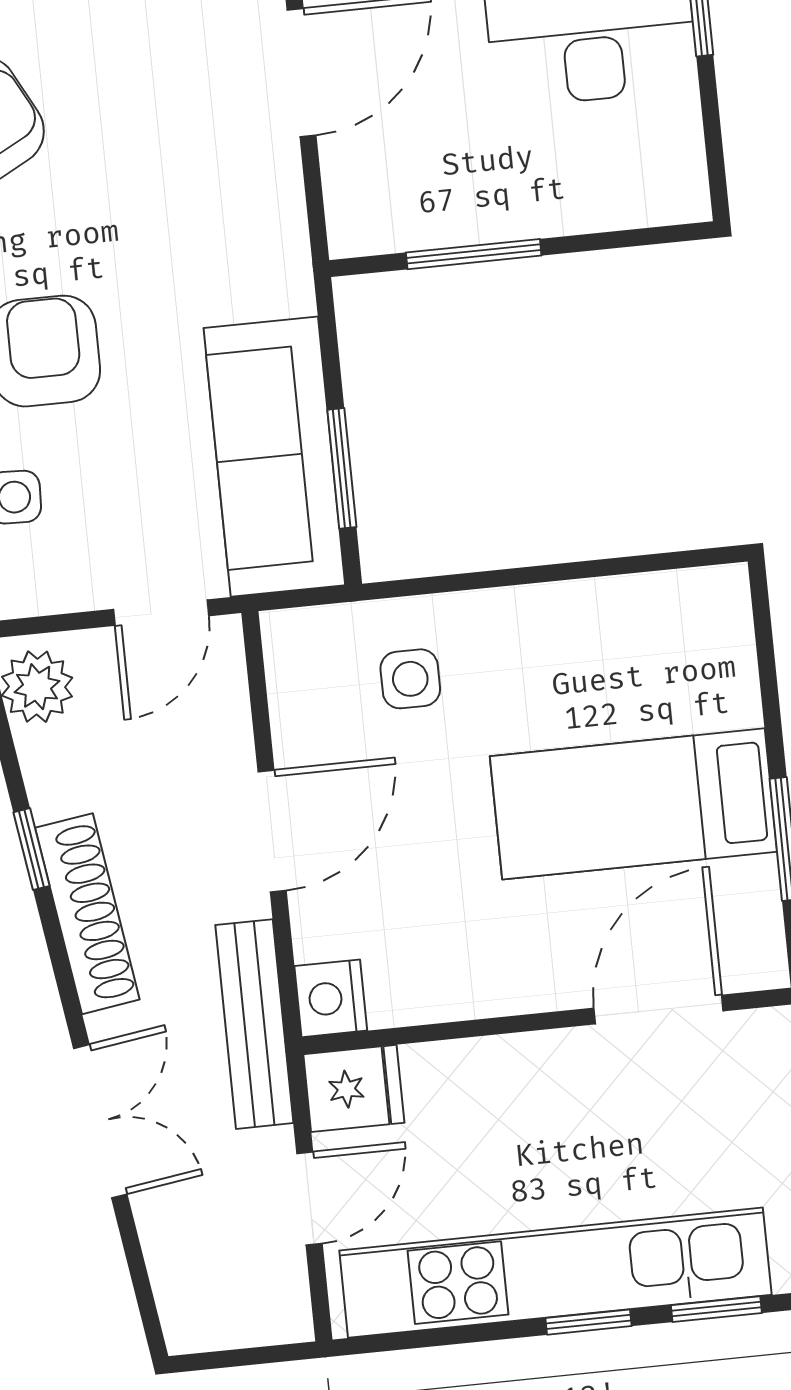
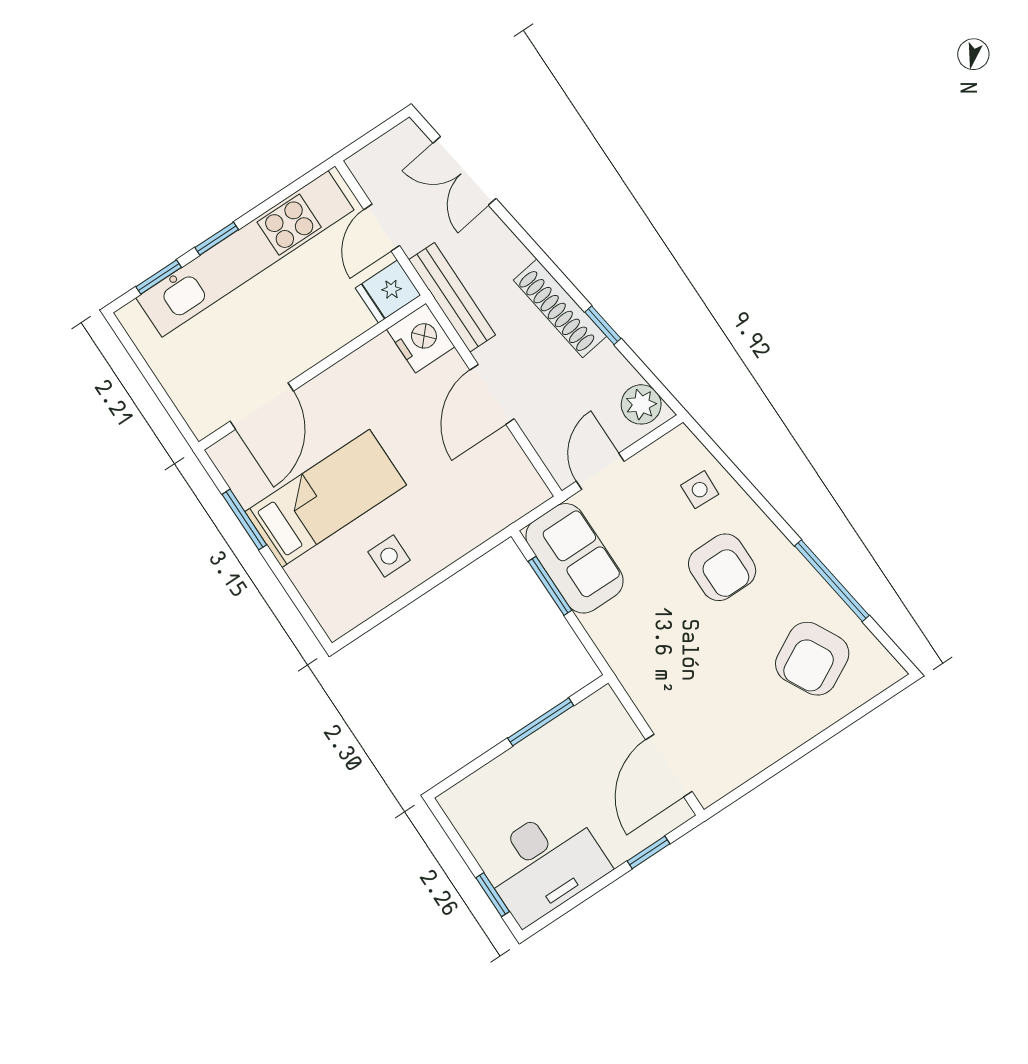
sofa: (274, 457) -> (575, 558), width x0.73
side table: (410, 679) -> (389, 556), moved
nightstand: (331, 998) -> (421, 338), width x1.36, depth x1.33
double door: (100, 1121) -> (464, 171), moved

